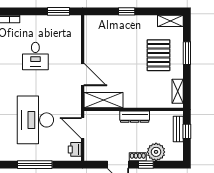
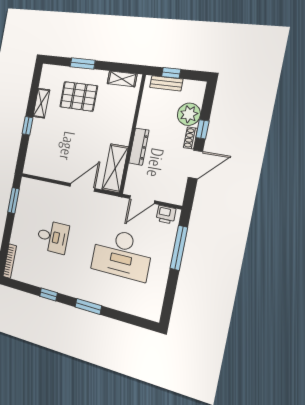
shelving: (170, 21) -> (41, 103), moved
dresser: (135, 117) -> (139, 147), moved
window: (35, 165) -> (179, 248), moved

